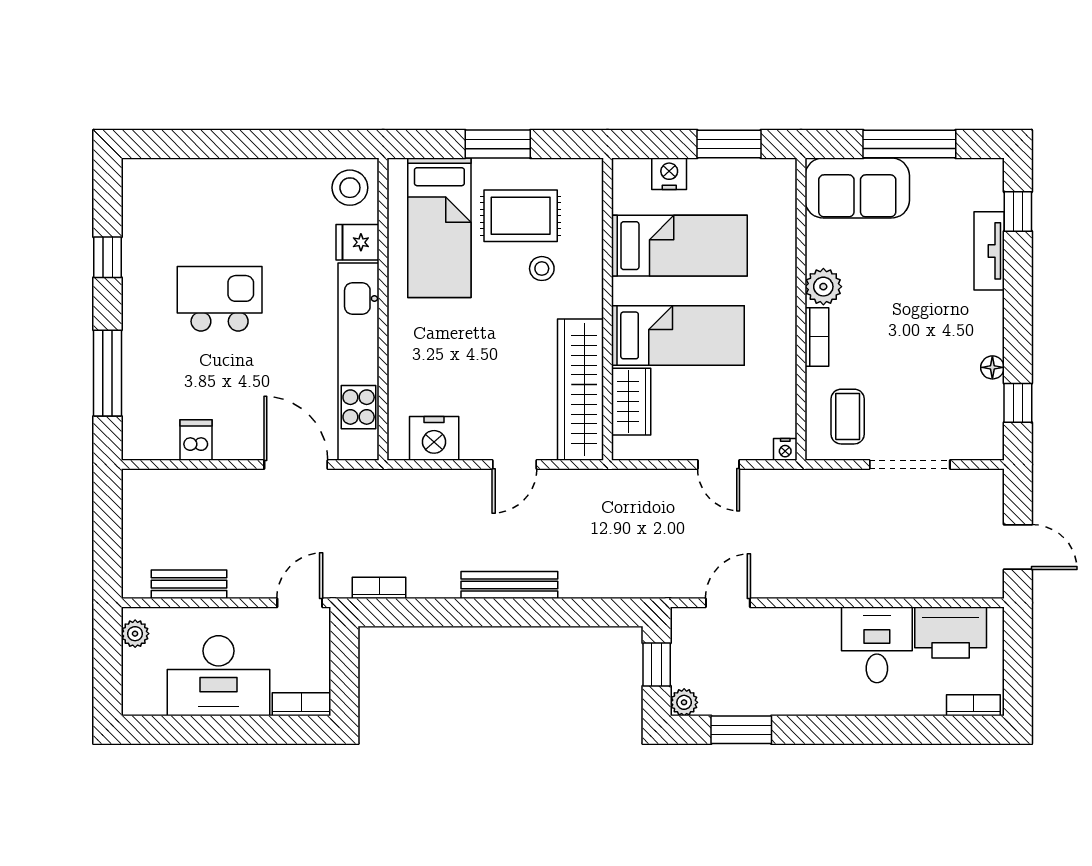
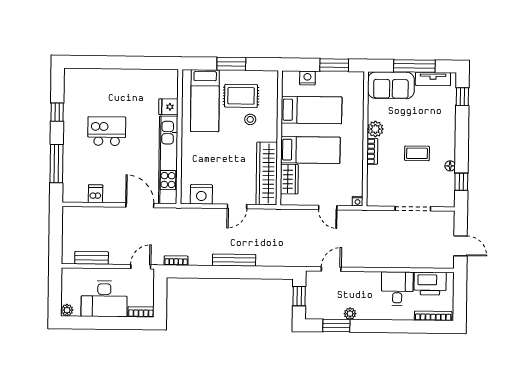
stool: (350, 188) -> (165, 82), removed
tv unit: (989, 251) -> (433, 79), moved, turned -90
coffee table: (848, 417) -> (417, 153), moved, turned 90
plant: (135, 634) -> (67, 310), moved
plant: (684, 702) -> (350, 314), moved
bookcase: (973, 705) -> (433, 316), width x1.56

